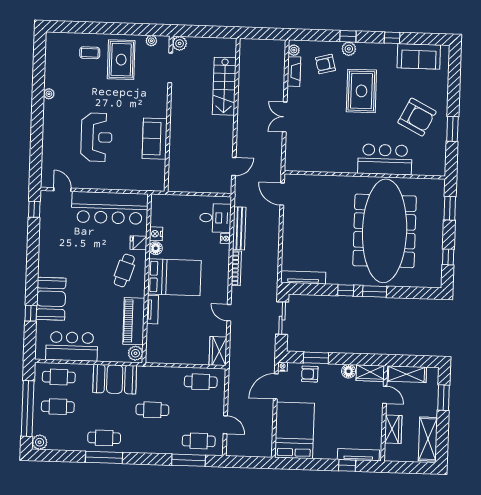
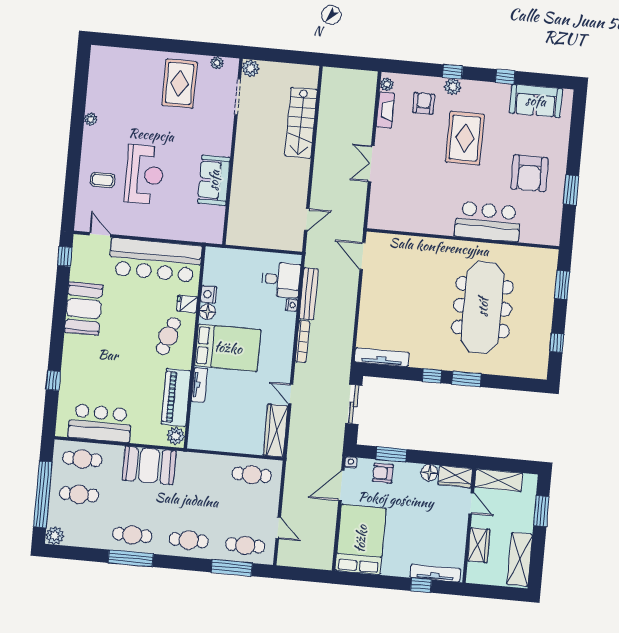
coffee table: (90, 53) -> (103, 180), moved
armchair: (325, 64) -> (424, 103), turned 104
armchair: (417, 117) -> (529, 173), turned 63
meeting table: (385, 231) -> (483, 307), width x0.73, depth x0.79
booth: (51, 299) -> (84, 308), moved
wardrobe: (218, 351) -> (275, 431), width x1.50
cafe table: (152, 410) -> (189, 540), moved

